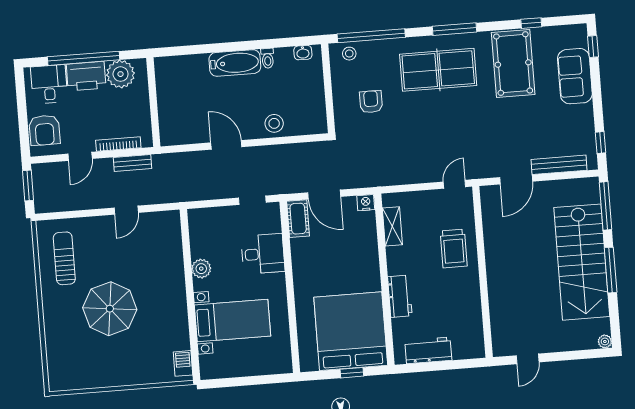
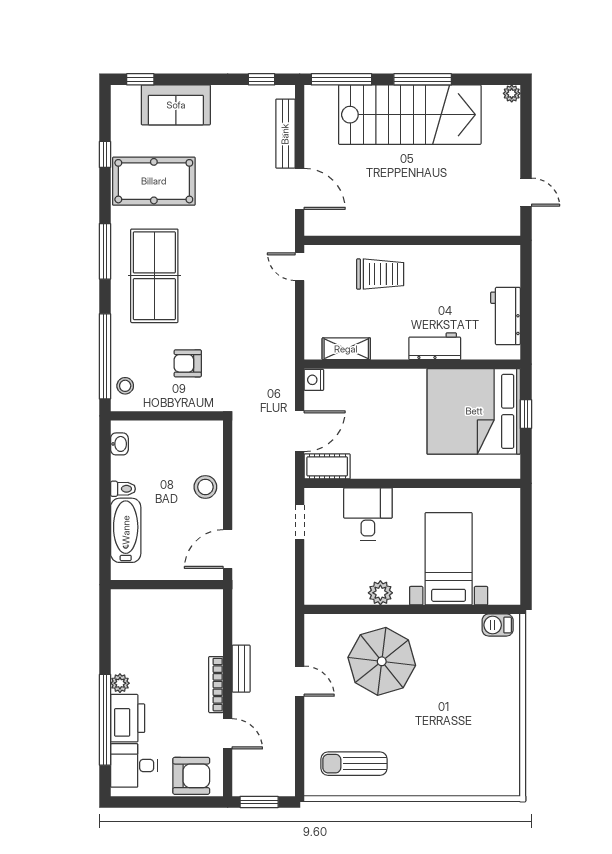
plant: (121, 74) -> (120, 683), width x0.53, depth x0.53
wall: (153, 102) -> (167, 585), moved
parasol: (110, 309) -> (382, 661), moved

